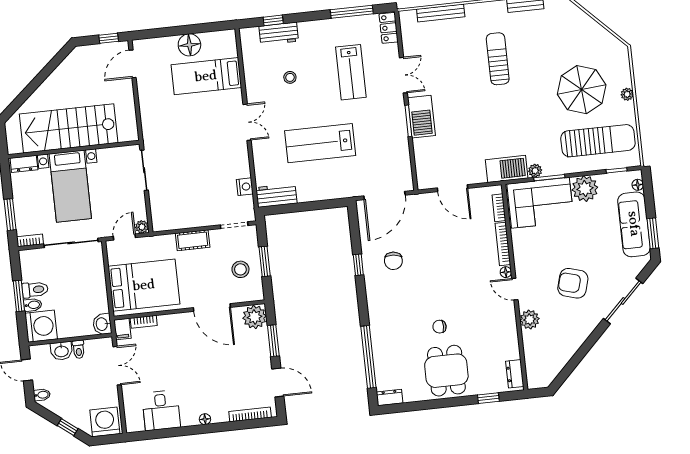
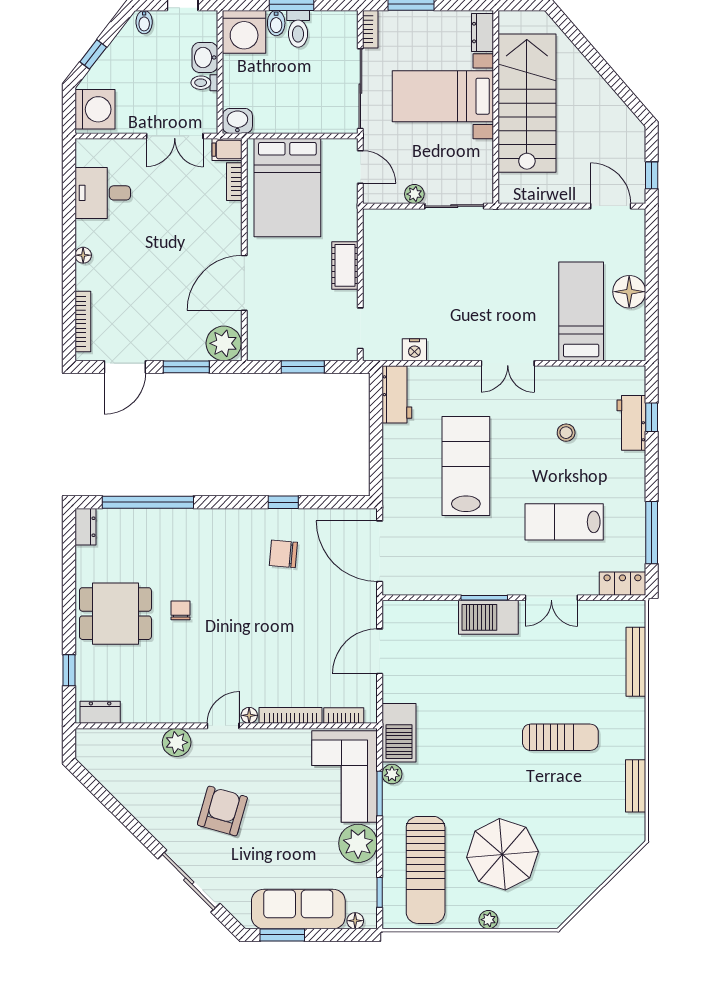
plant: (142, 227) -> (414, 194), moved
stool: (240, 269) -> (295, 330), removed

